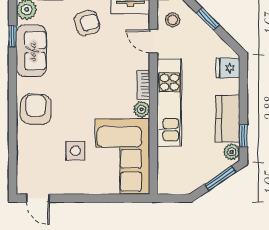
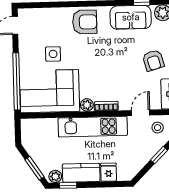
fridge: (228, 68) -> (109, 172), moved
window: (109, 198) -> (17, 81), added

